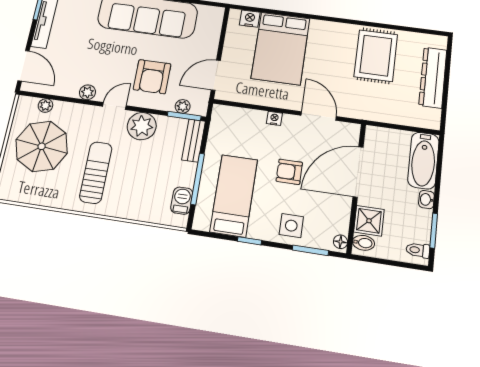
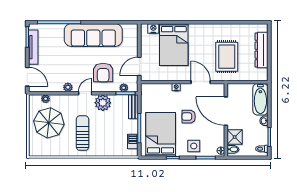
rug: (376, 56) -> (227, 57), moved
door: (358, 172) -> (226, 111), hinge flipped
bed: (234, 196) -> (161, 134), width x1.50

